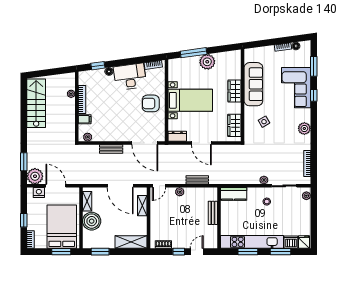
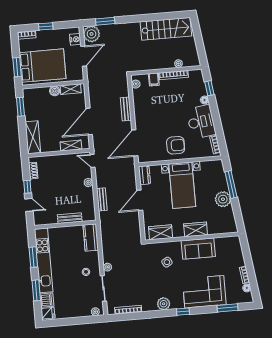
sofa: (253, 84) -> (198, 249), width x0.73
window: (314, 95) -> (183, 312), moved
armchair: (151, 103) -> (176, 145), turned 90
boiler: (92, 221) -> (55, 91), width x0.54, depth x0.54

